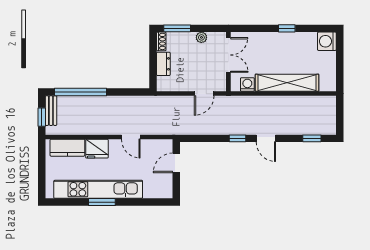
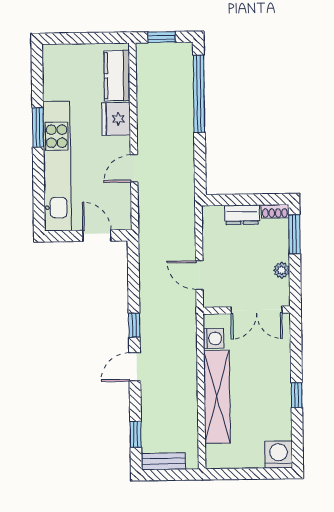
bench: (51, 111) -> (163, 461), moved
kitchen unit: (98, 189) -> (57, 166), moved

